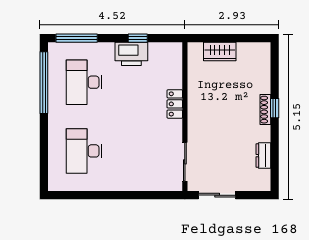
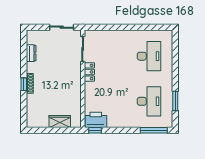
window: (138, 38) -> (95, 130), moved
printer: (131, 54) -> (96, 120), moved
window: (44, 83) -> (175, 101), width x0.47
locker: (175, 104) -> (89, 72), moved

